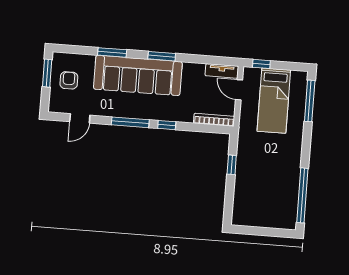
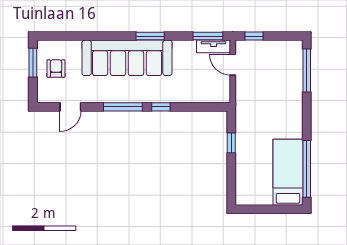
window: (112, 52) -> (208, 36), moved
bed: (274, 101) -> (288, 172), moved, turned 180
bookcase: (214, 120) -> (209, 98), removed

